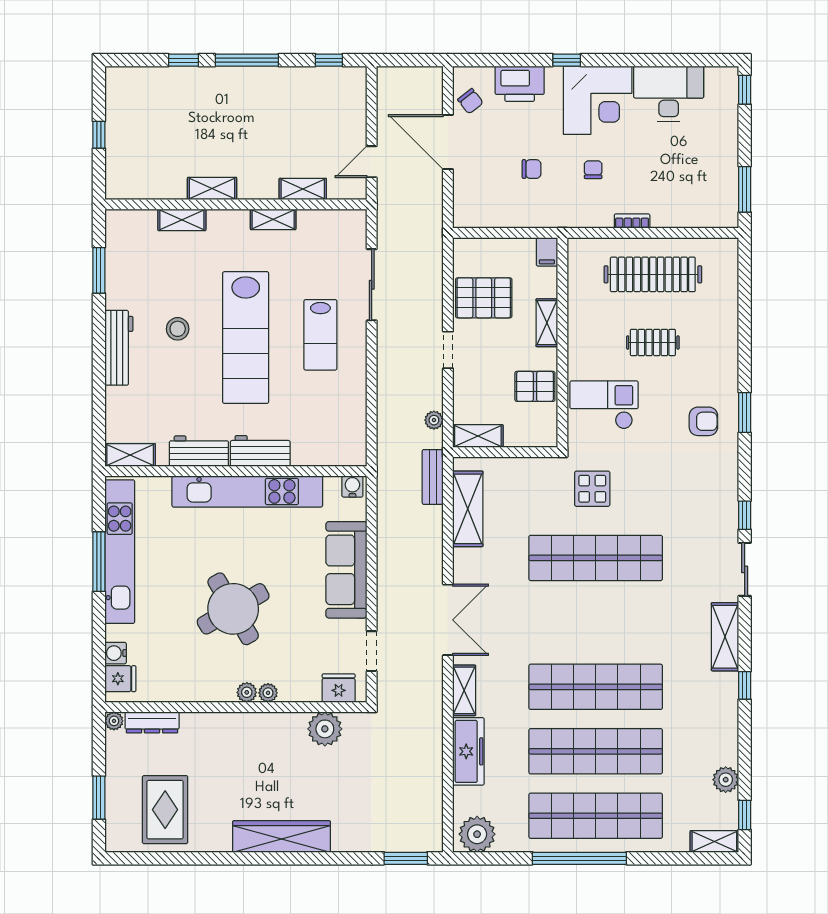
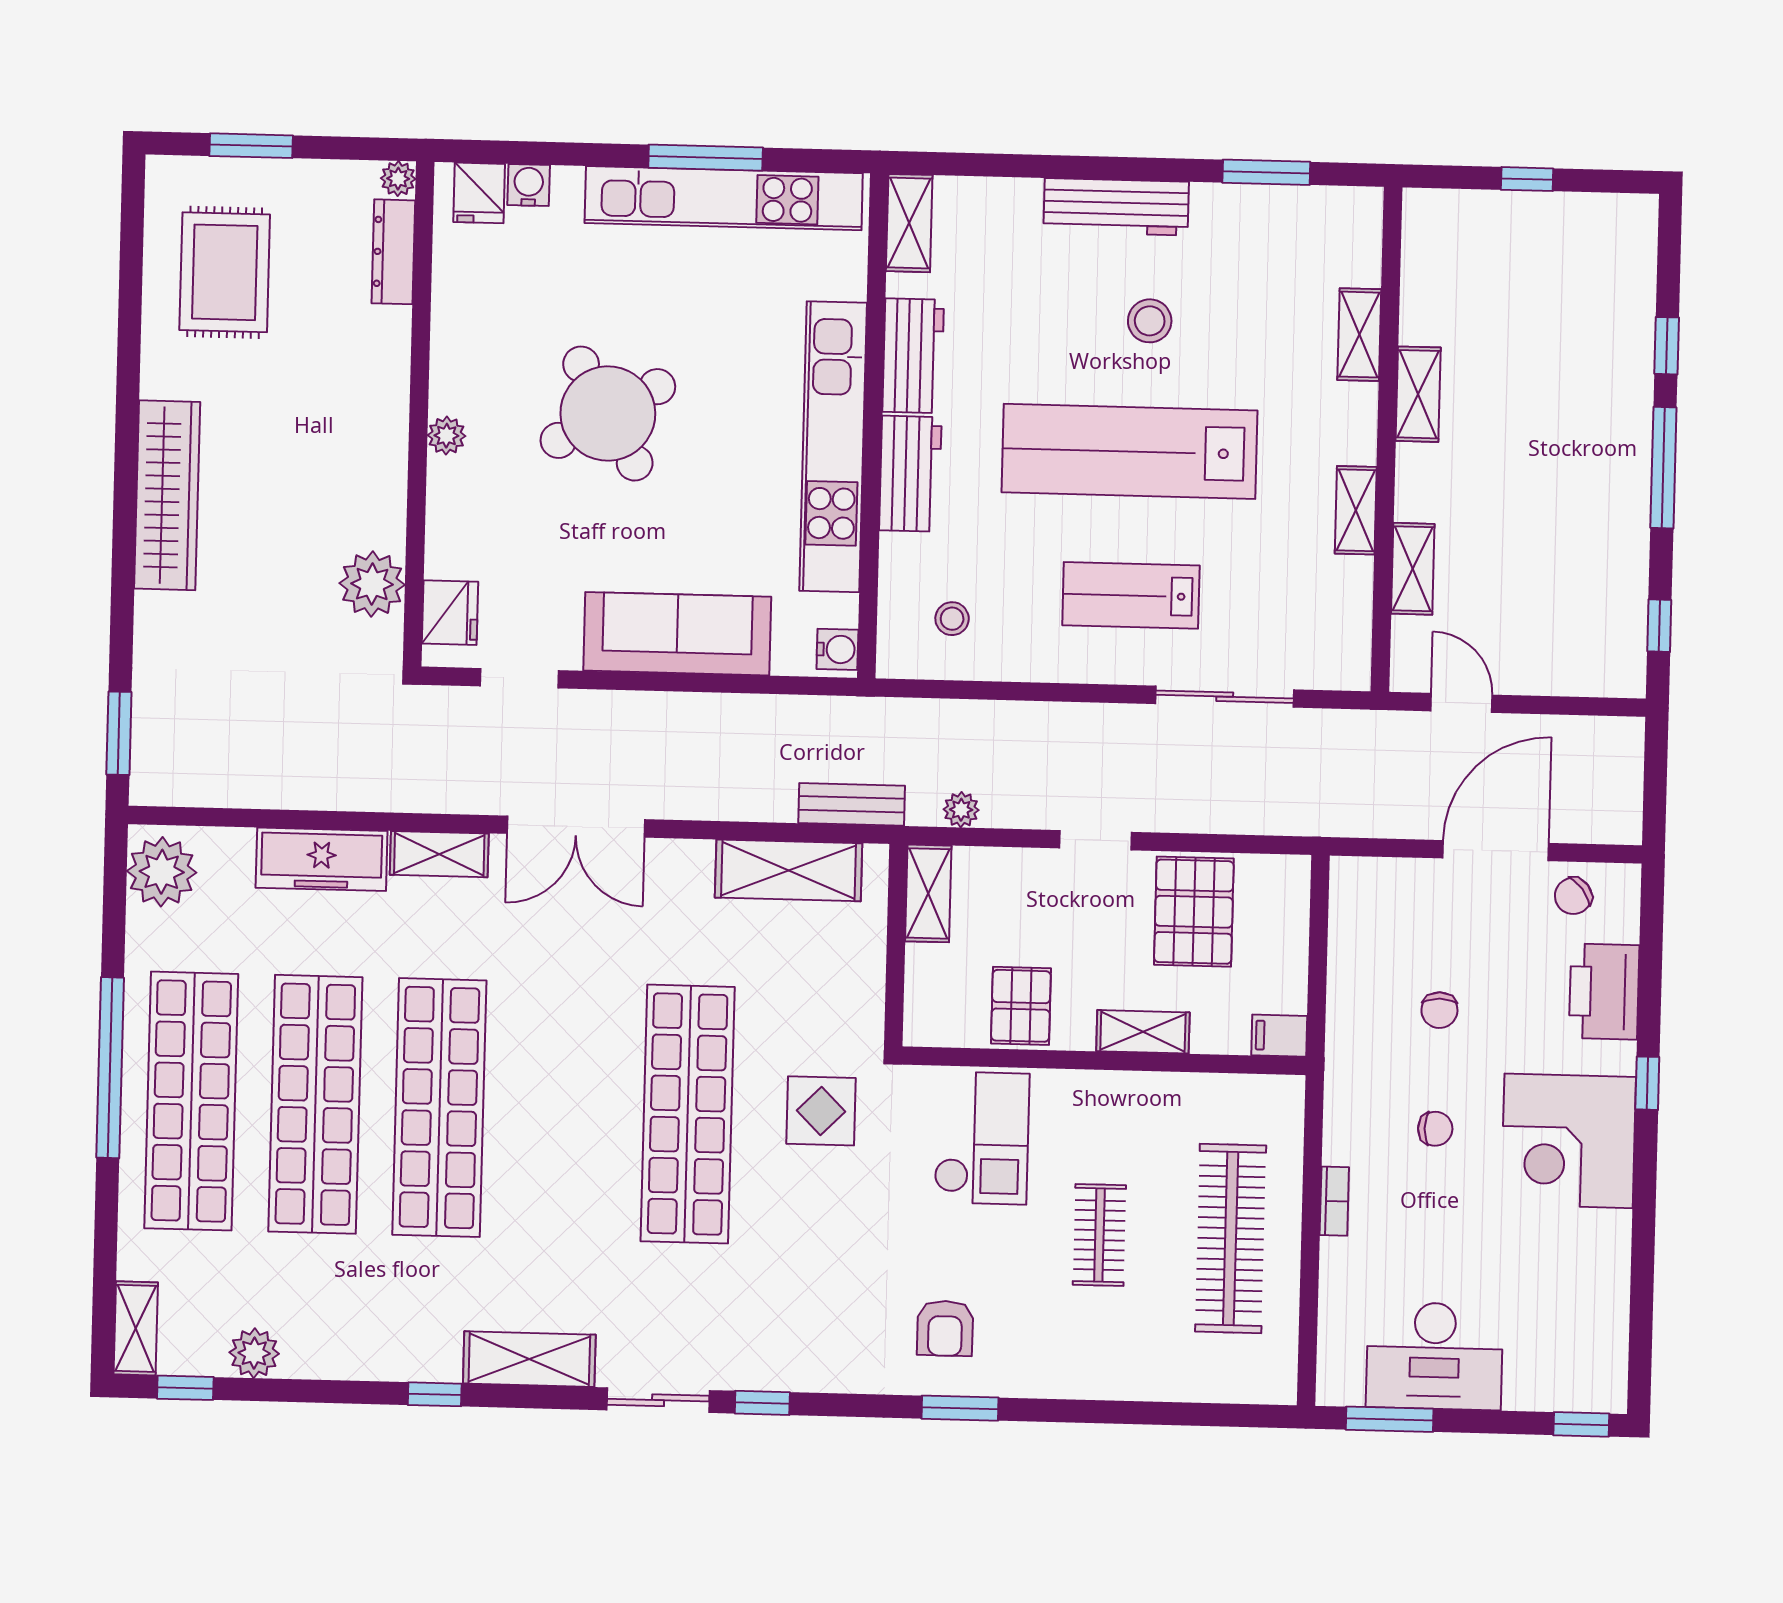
desk: (669, 94) -> (1435, 1356), moved, turned 90
stool: (335, 427) -> (952, 619), added
plant: (268, 693) -> (444, 477), removed
rug: (165, 810) -> (225, 272), turned 90

